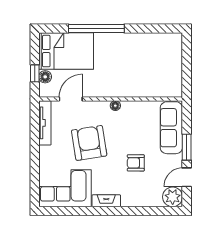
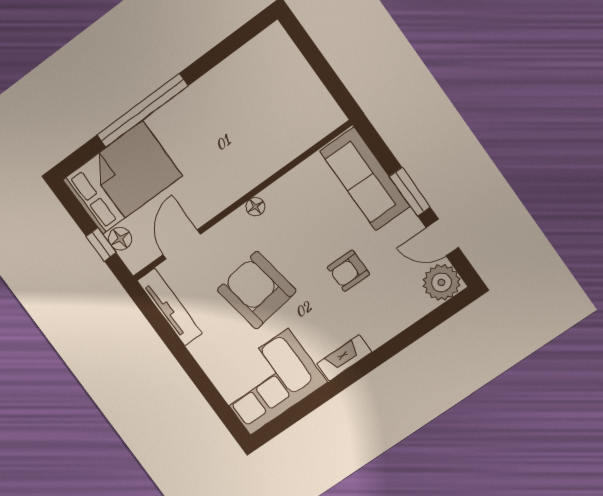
door: (187, 177) -> (442, 238), hinge flipped

